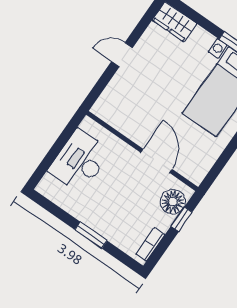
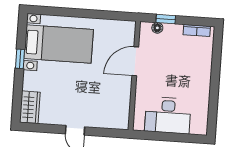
floor lamp: (173, 202) -> (157, 28), width x0.53, depth x0.53
window: (91, 235) -> (215, 76), removed

